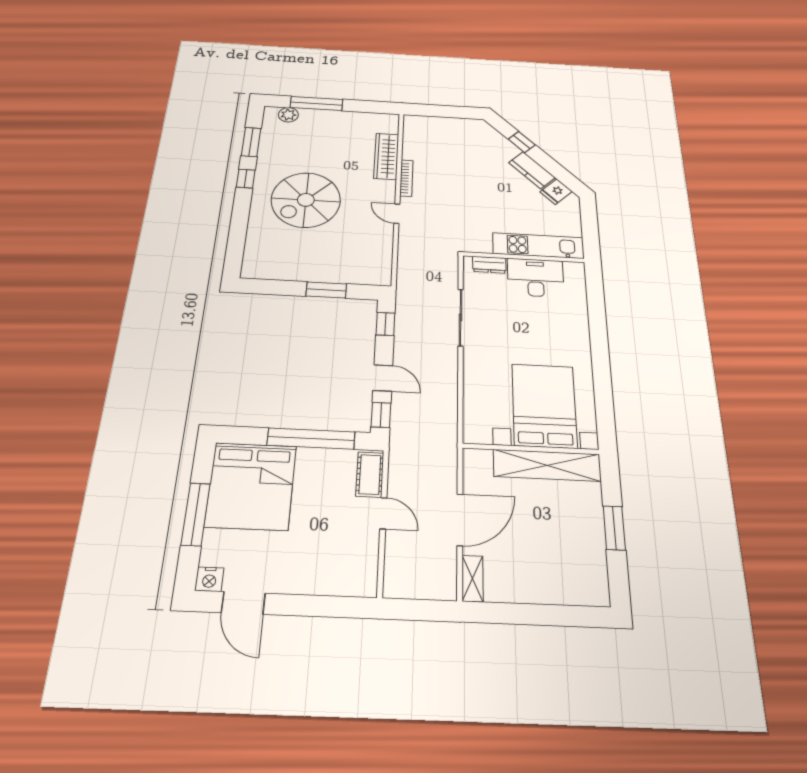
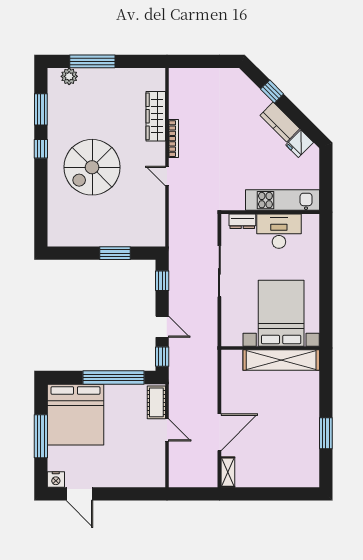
bed with nightstands: (544, 405) -> (281, 313), moved
wall: (531, 449) -> (270, 348), moved
shelving: (547, 465) -> (281, 360), moved

